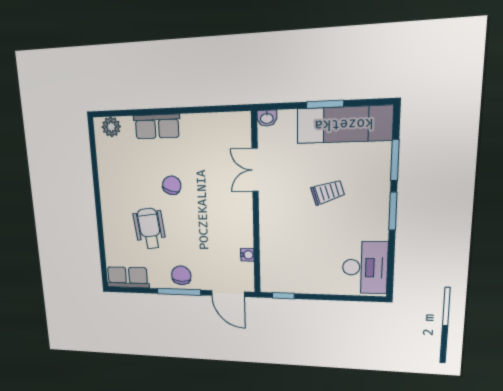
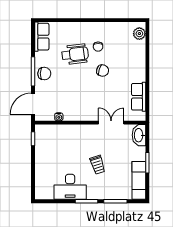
washbasin: (267, 118) -> (139, 135), width x1.91, depth x1.45
exam couch: (344, 124) -> (139, 180), width x0.73, depth x0.69
row of seats: (157, 126) -> (139, 97), moved
chair: (136, 193) -> (98, 47), added
desk: (365, 268) -> (70, 187), moved

